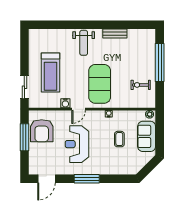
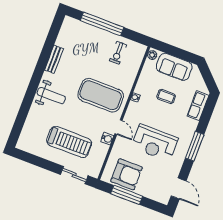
row of seats: (122, 169) -> (198, 106), added

